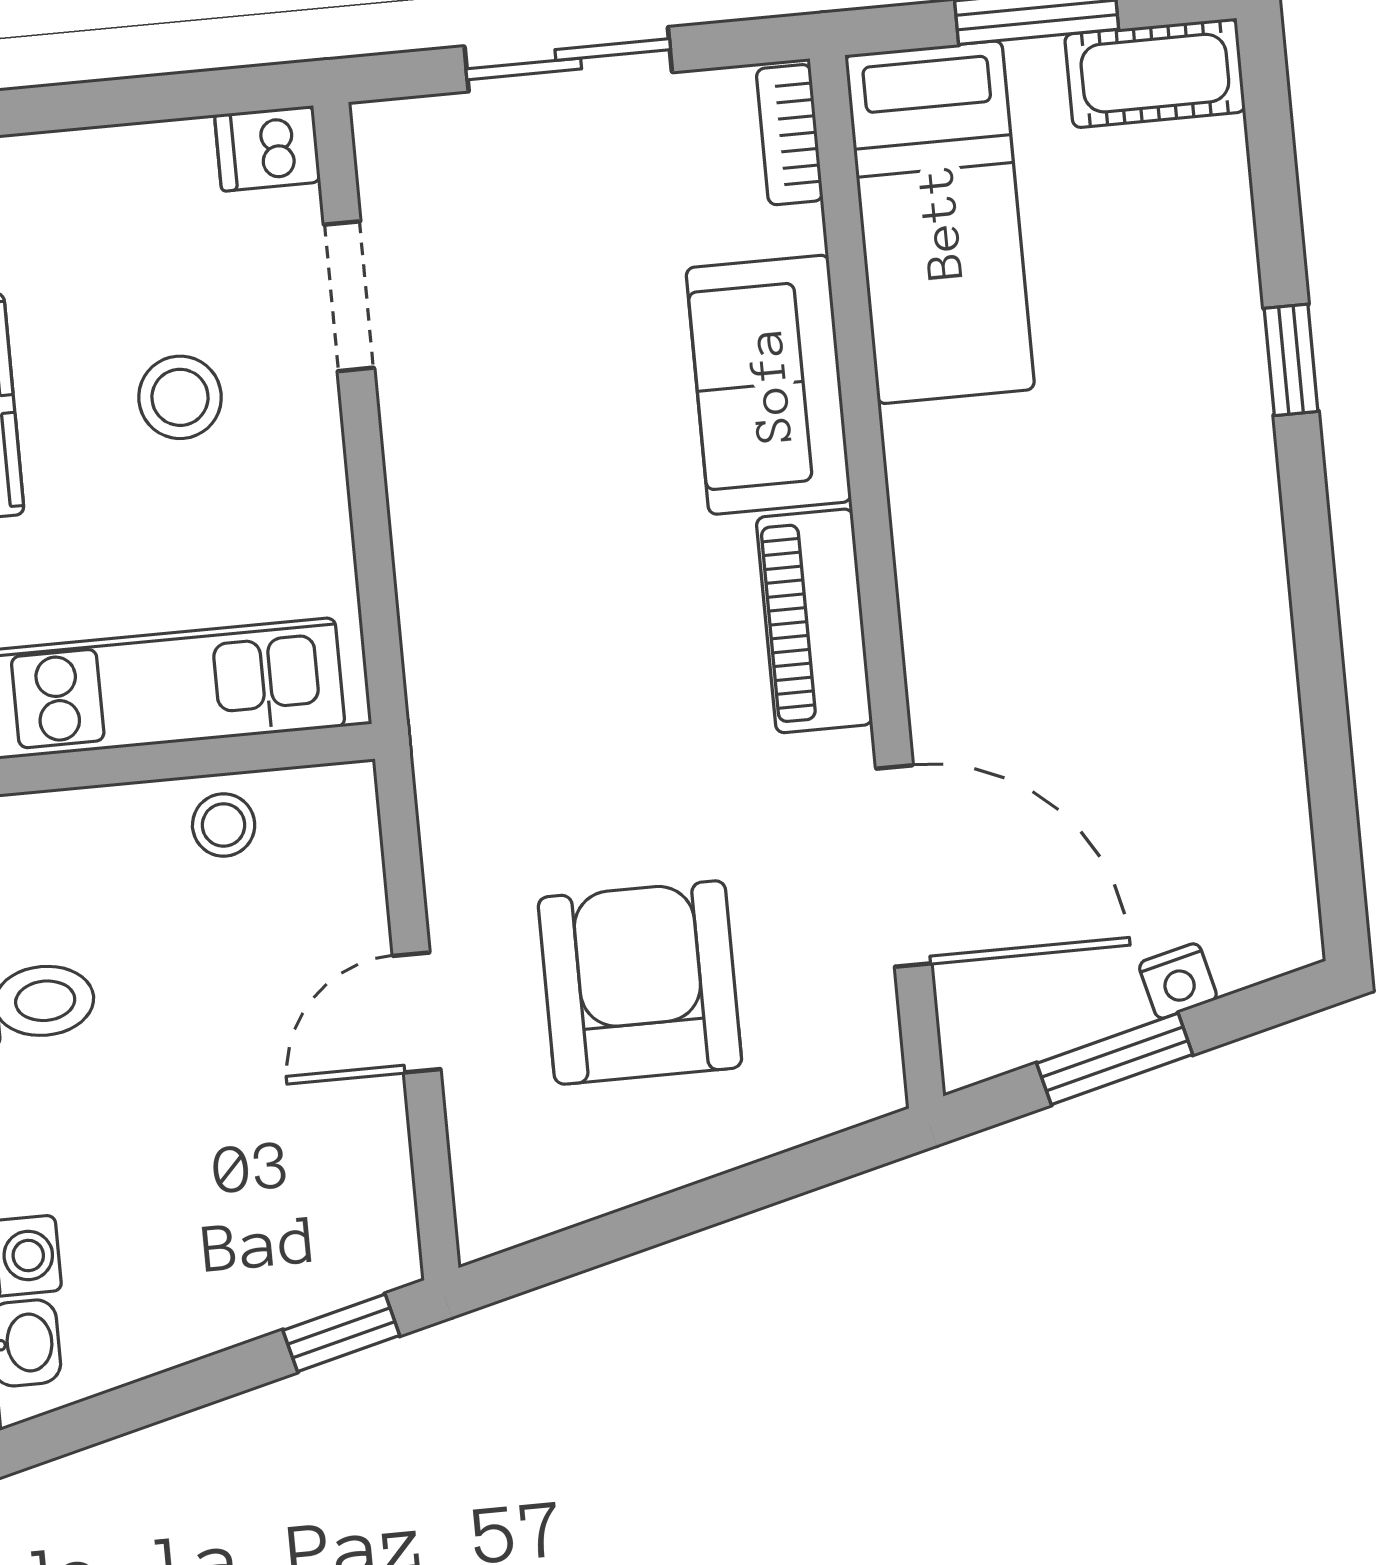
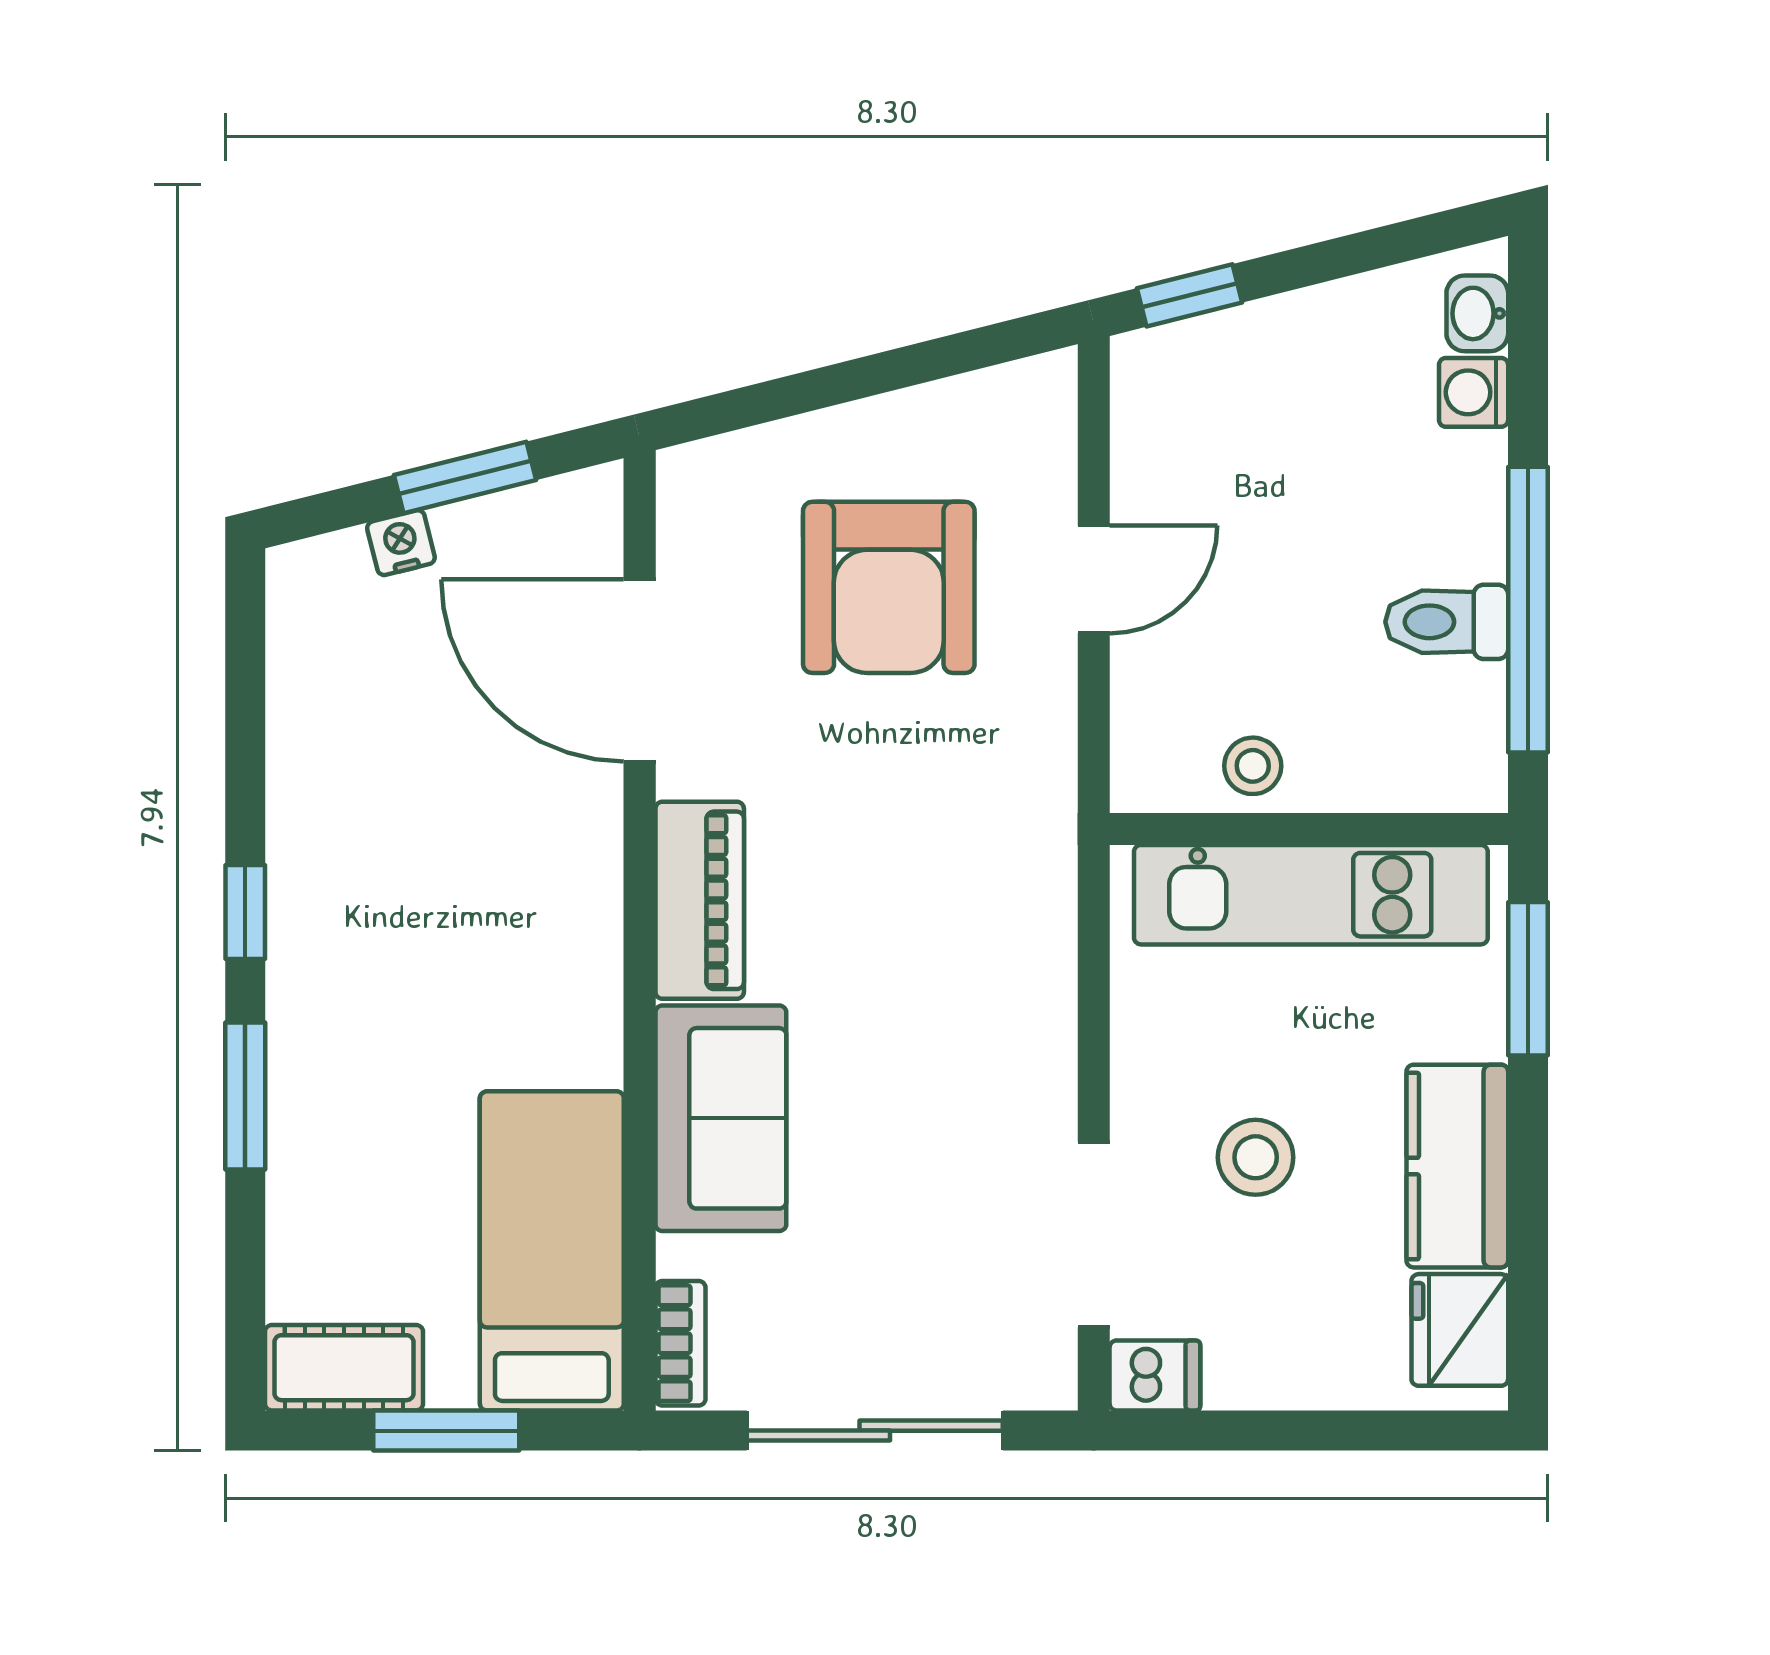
sliding door: (568, 59) -> (875, 1431), width x1.37
doorway: (349, 296) -> (1094, 1234), width x1.38
window: (1291, 360) -> (245, 1096), width x1.50
window: (1310, 561) -> (245, 912), added

